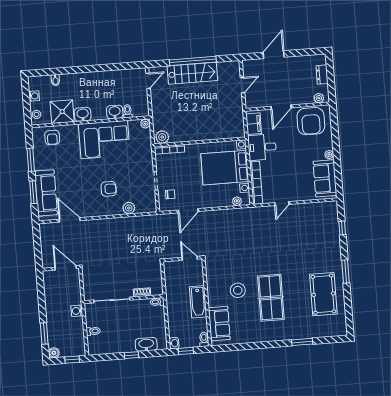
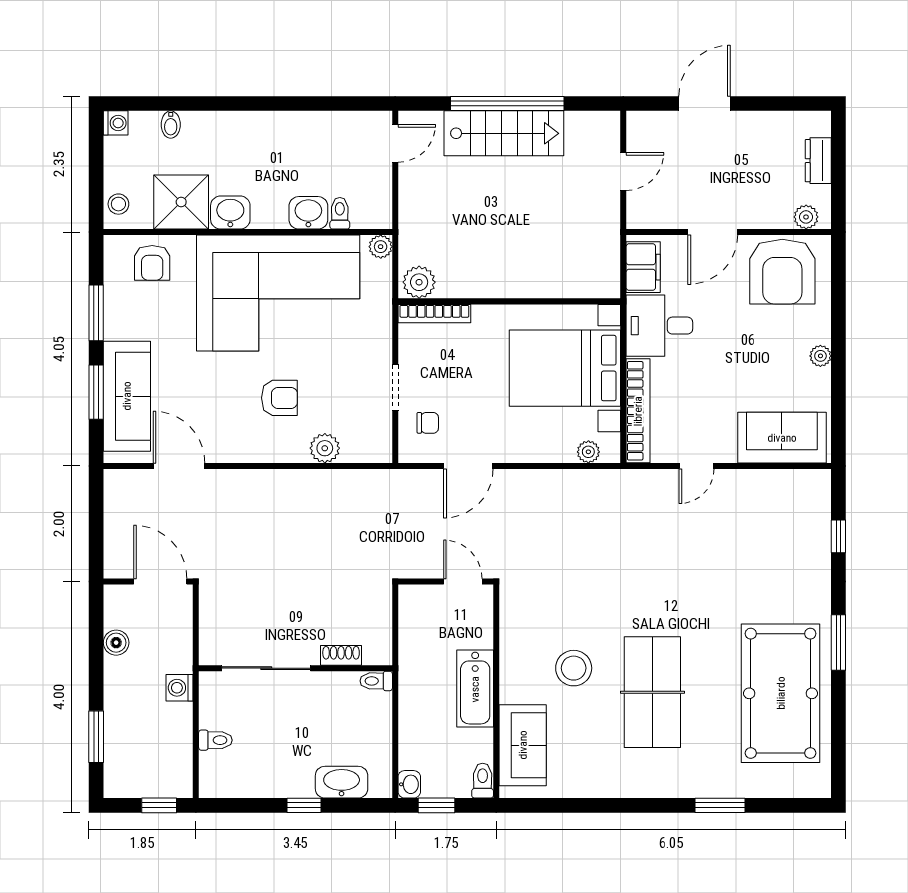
washing machine: (34, 96) -> (116, 123), moved
corner sofa: (104, 140) -> (278, 293), width x1.36, depth x1.36
sofa: (325, 178) -> (782, 438), moved, turned 90
pool table: (323, 294) -> (781, 693), width x1.36, depth x1.32
boiler: (54, 353) -> (116, 643), moved

